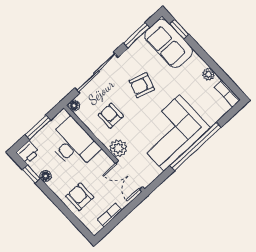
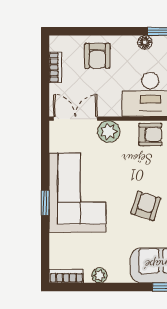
armchair: (111, 116) -> (150, 135), moved
window: (195, 146) -> (45, 203), width x0.32
armchair: (80, 197) -> (97, 56), turned 90

